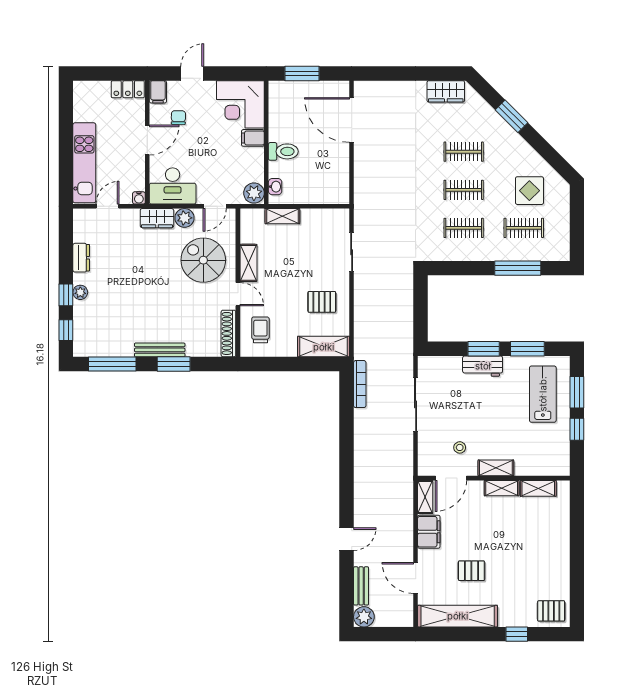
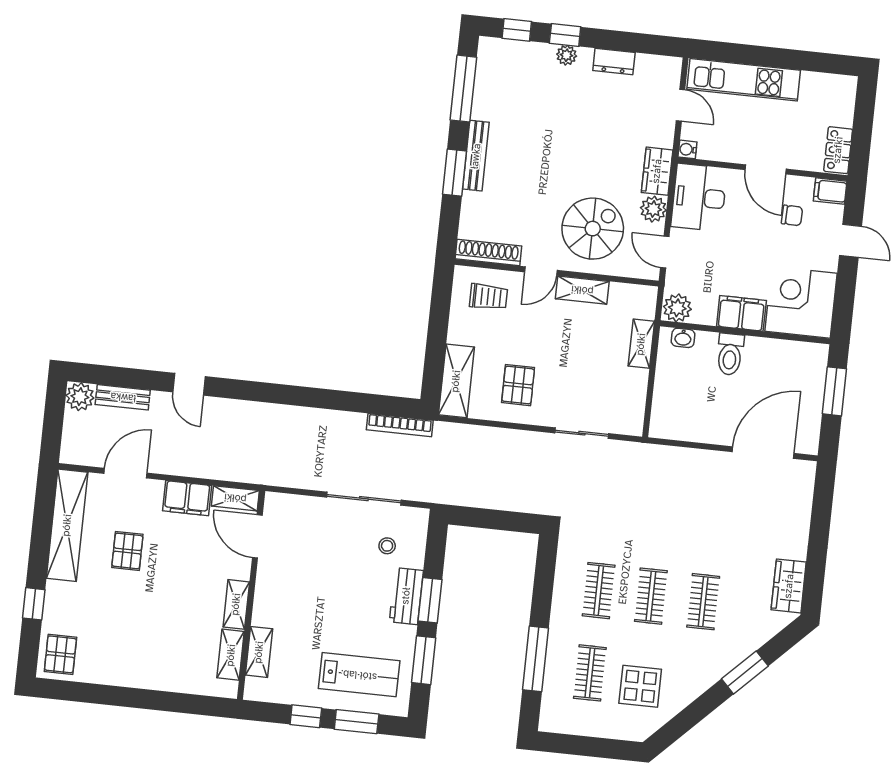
filing cabinet: (253, 138) -> (741, 313), width x2.00
stool: (460, 447) -> (387, 546), moved
shelving: (496, 468) -> (259, 652), moved

